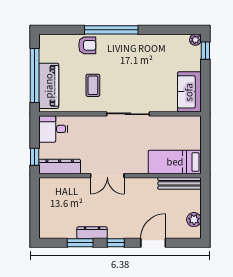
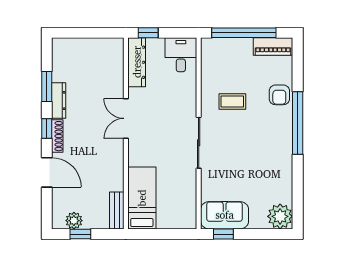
plant: (195, 40) -> (280, 216), width x1.87, depth x1.87
window: (205, 51) -> (223, 234), moved
piano: (49, 86) -> (273, 47), moved, width x0.73, depth x0.75
bench: (180, 183) -> (117, 210), width x0.73
window: (205, 214) -> (80, 234), added
shoe rack: (122, 234) -> (57, 136), added

